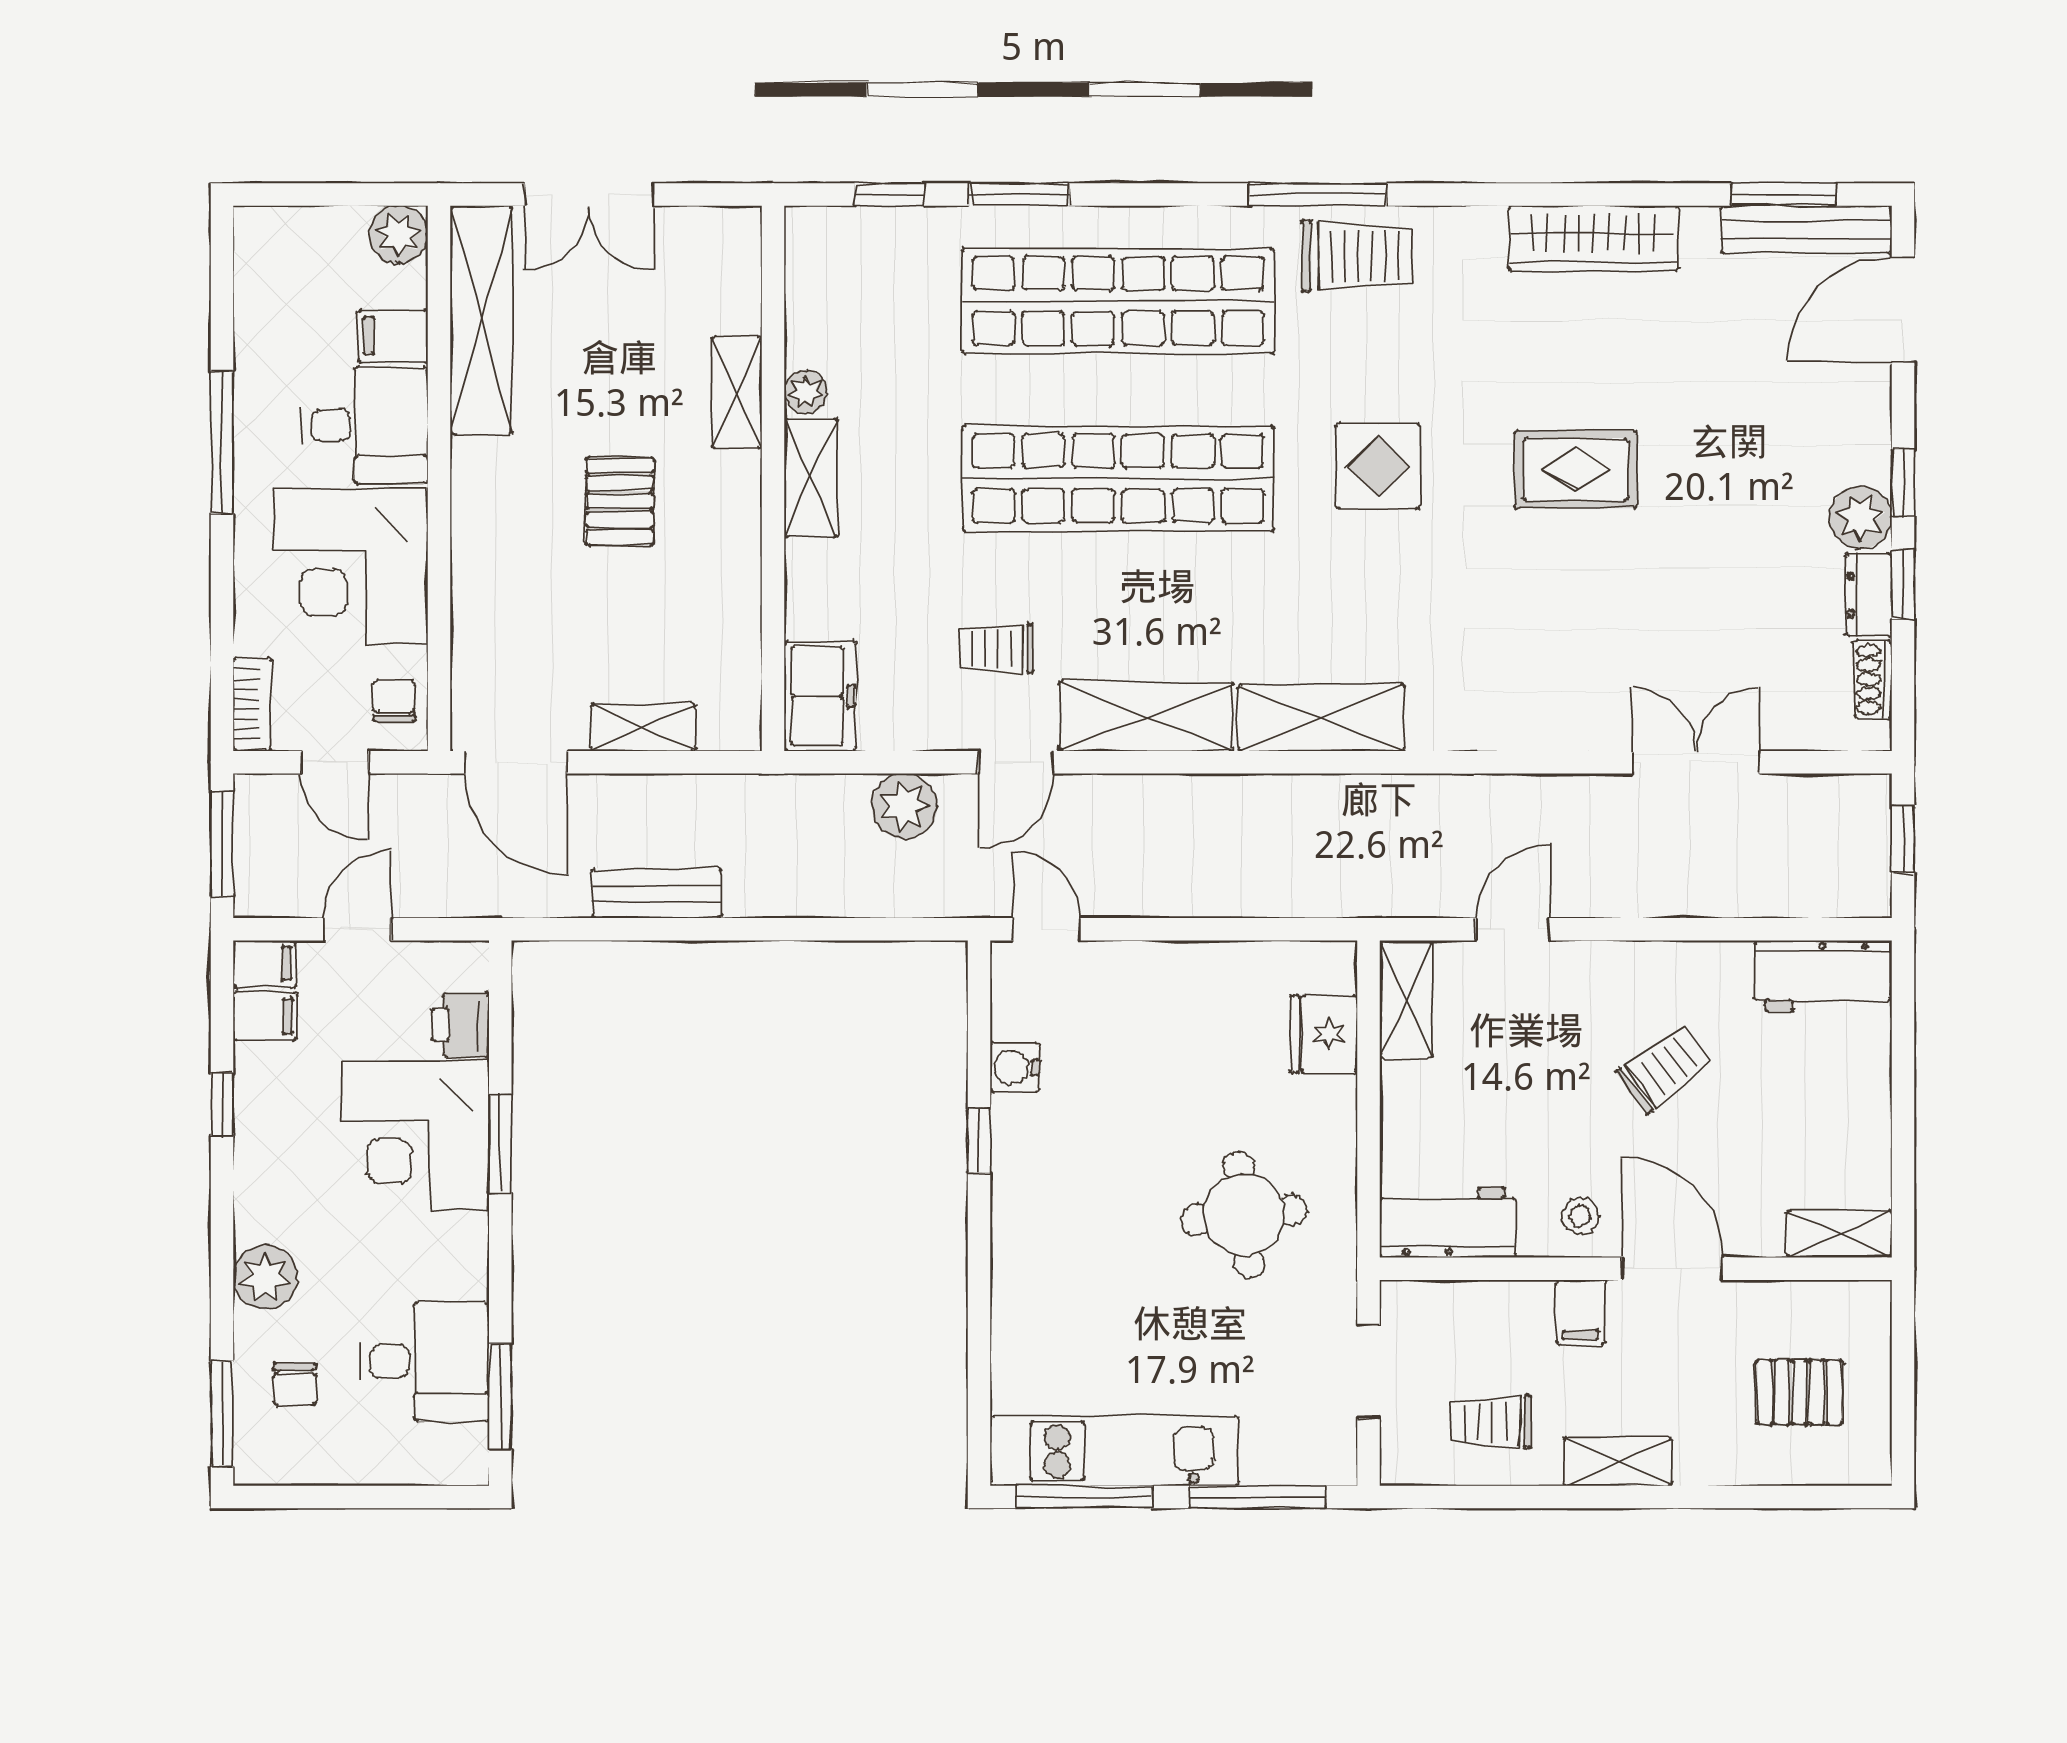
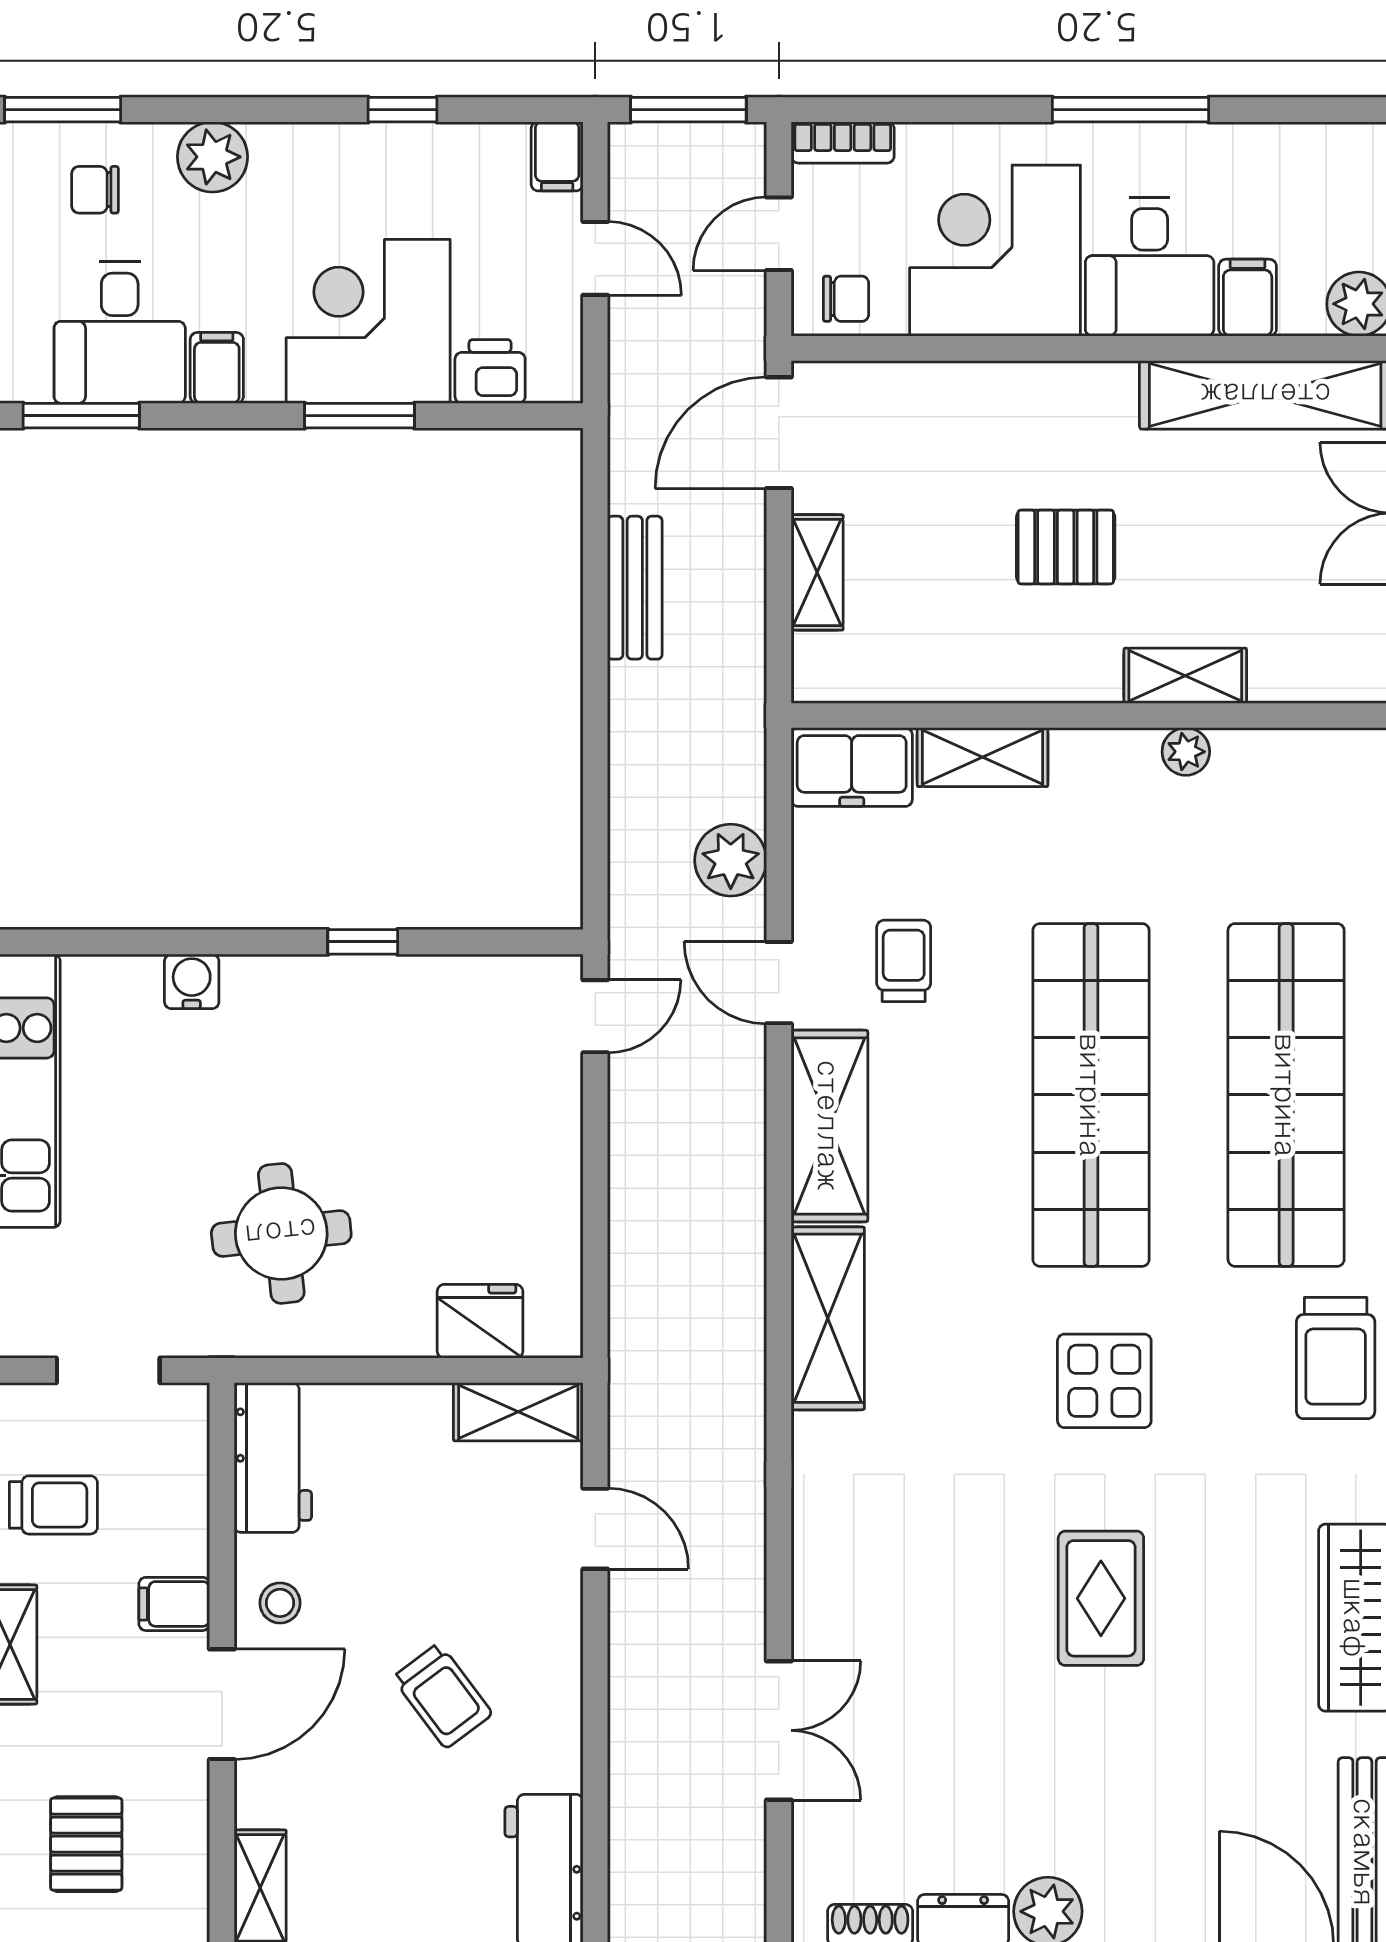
shelving: (811, 478) -> (983, 757), moved
filing cabinet: (265, 1016) -> (217, 368), moved, turned 180
water cooler: (1015, 1067) -> (192, 981), moved
trolley: (1491, 1422) -> (53, 1505), turned 90

